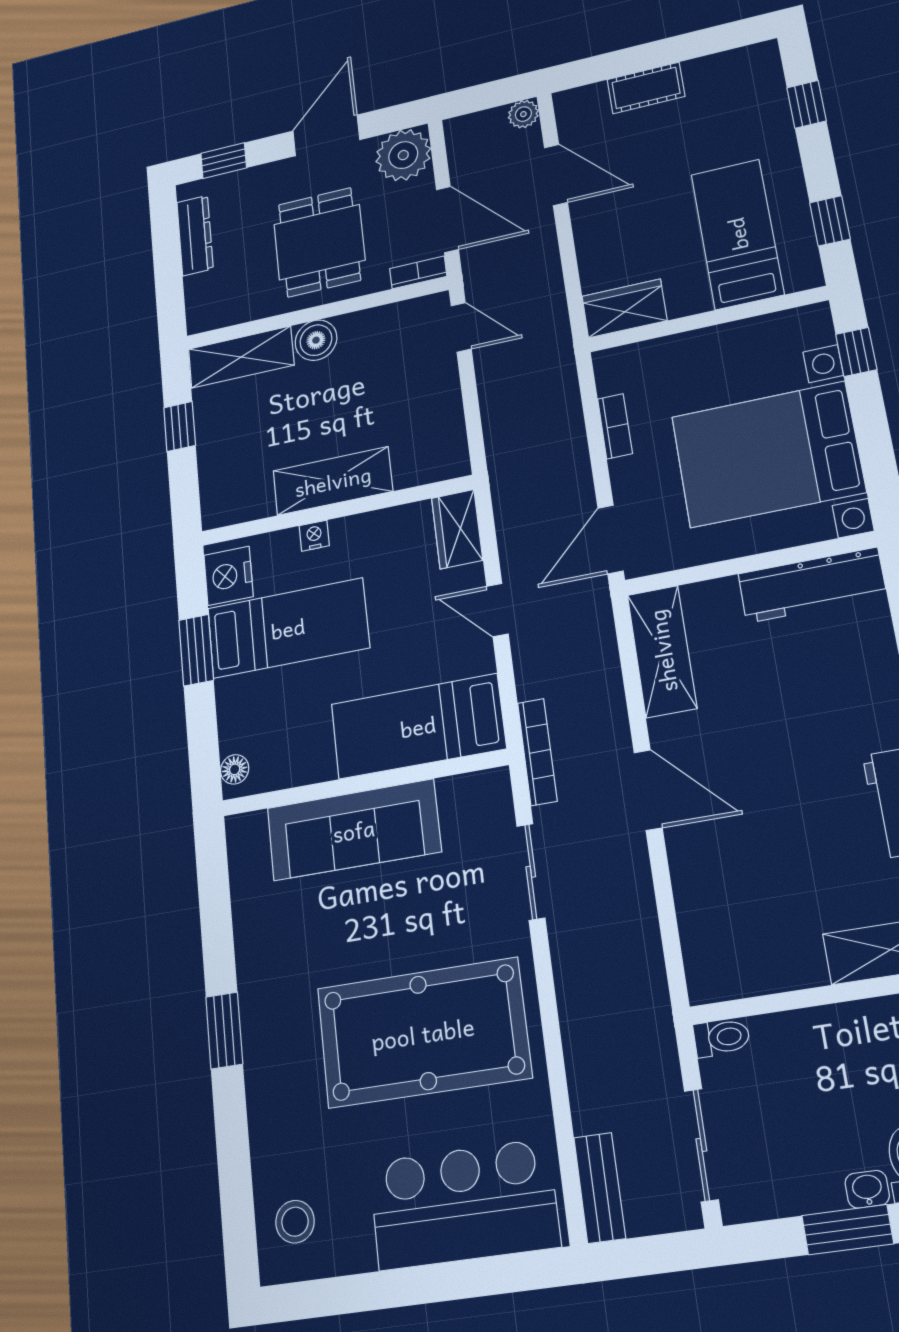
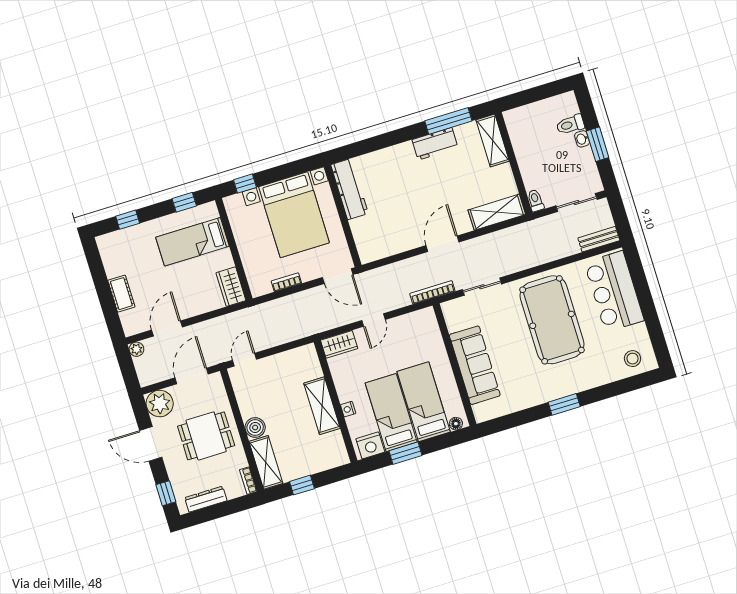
bookcase: (418, 272) -> (248, 481), moved
shelving: (662, 651) -> (497, 212), moved
bed: (418, 726) -> (424, 402), moved, turned 180

